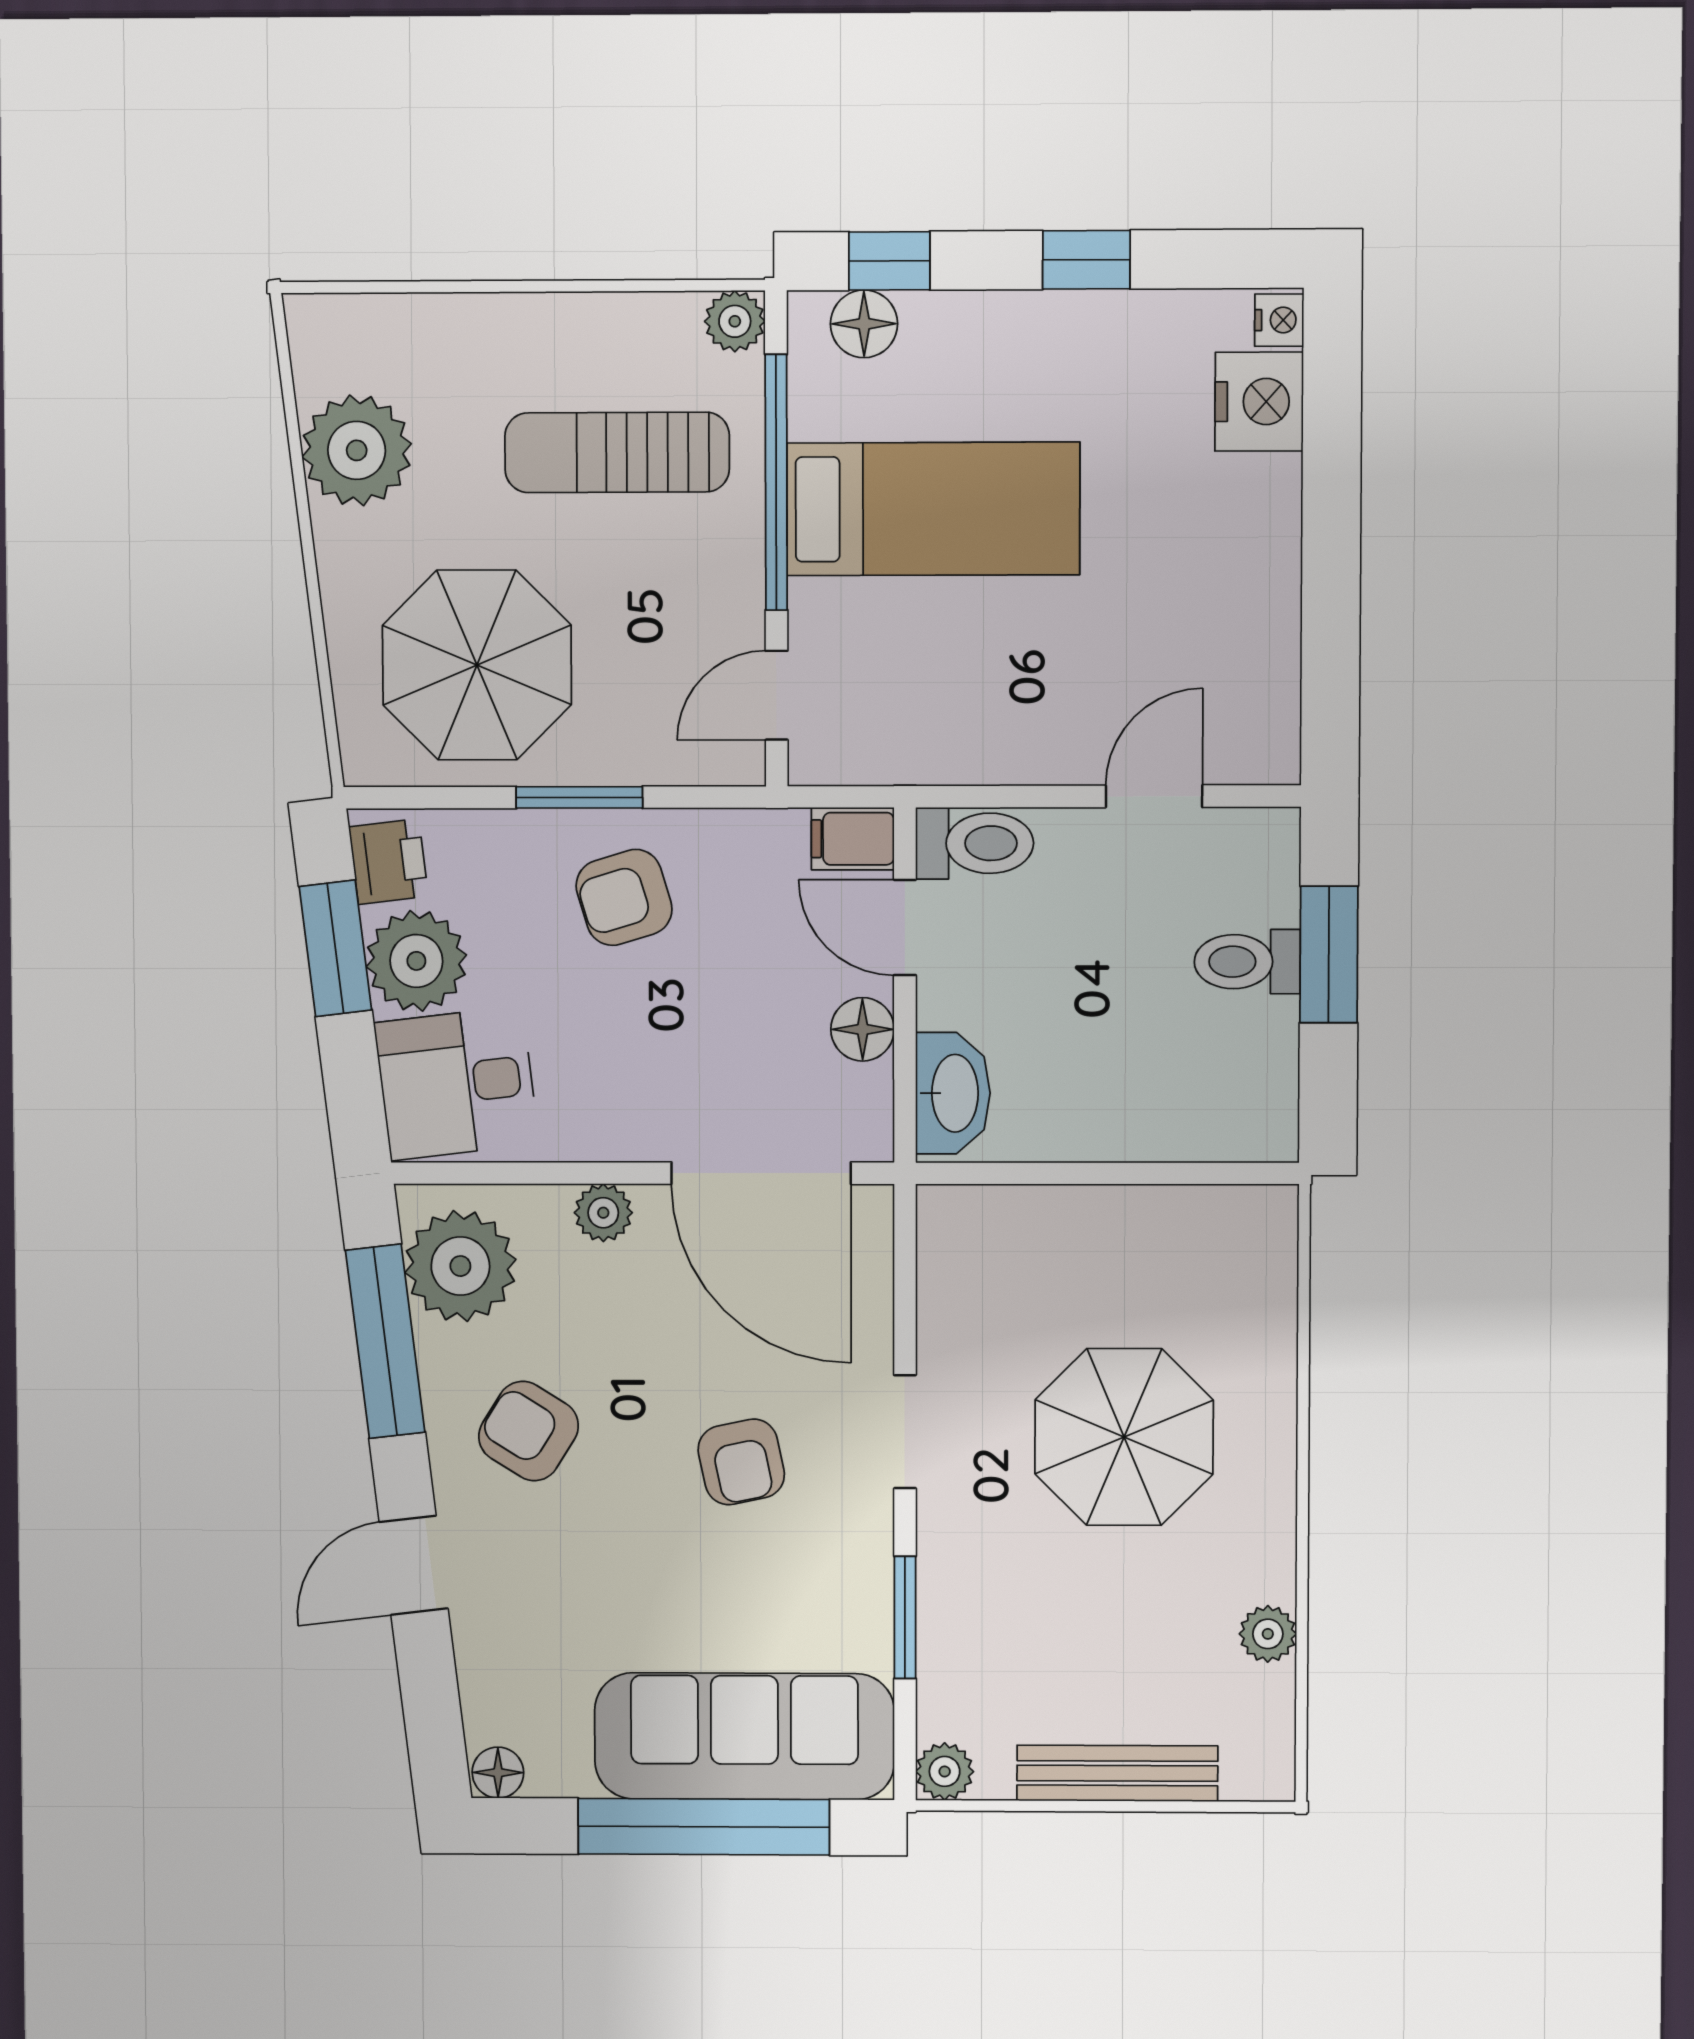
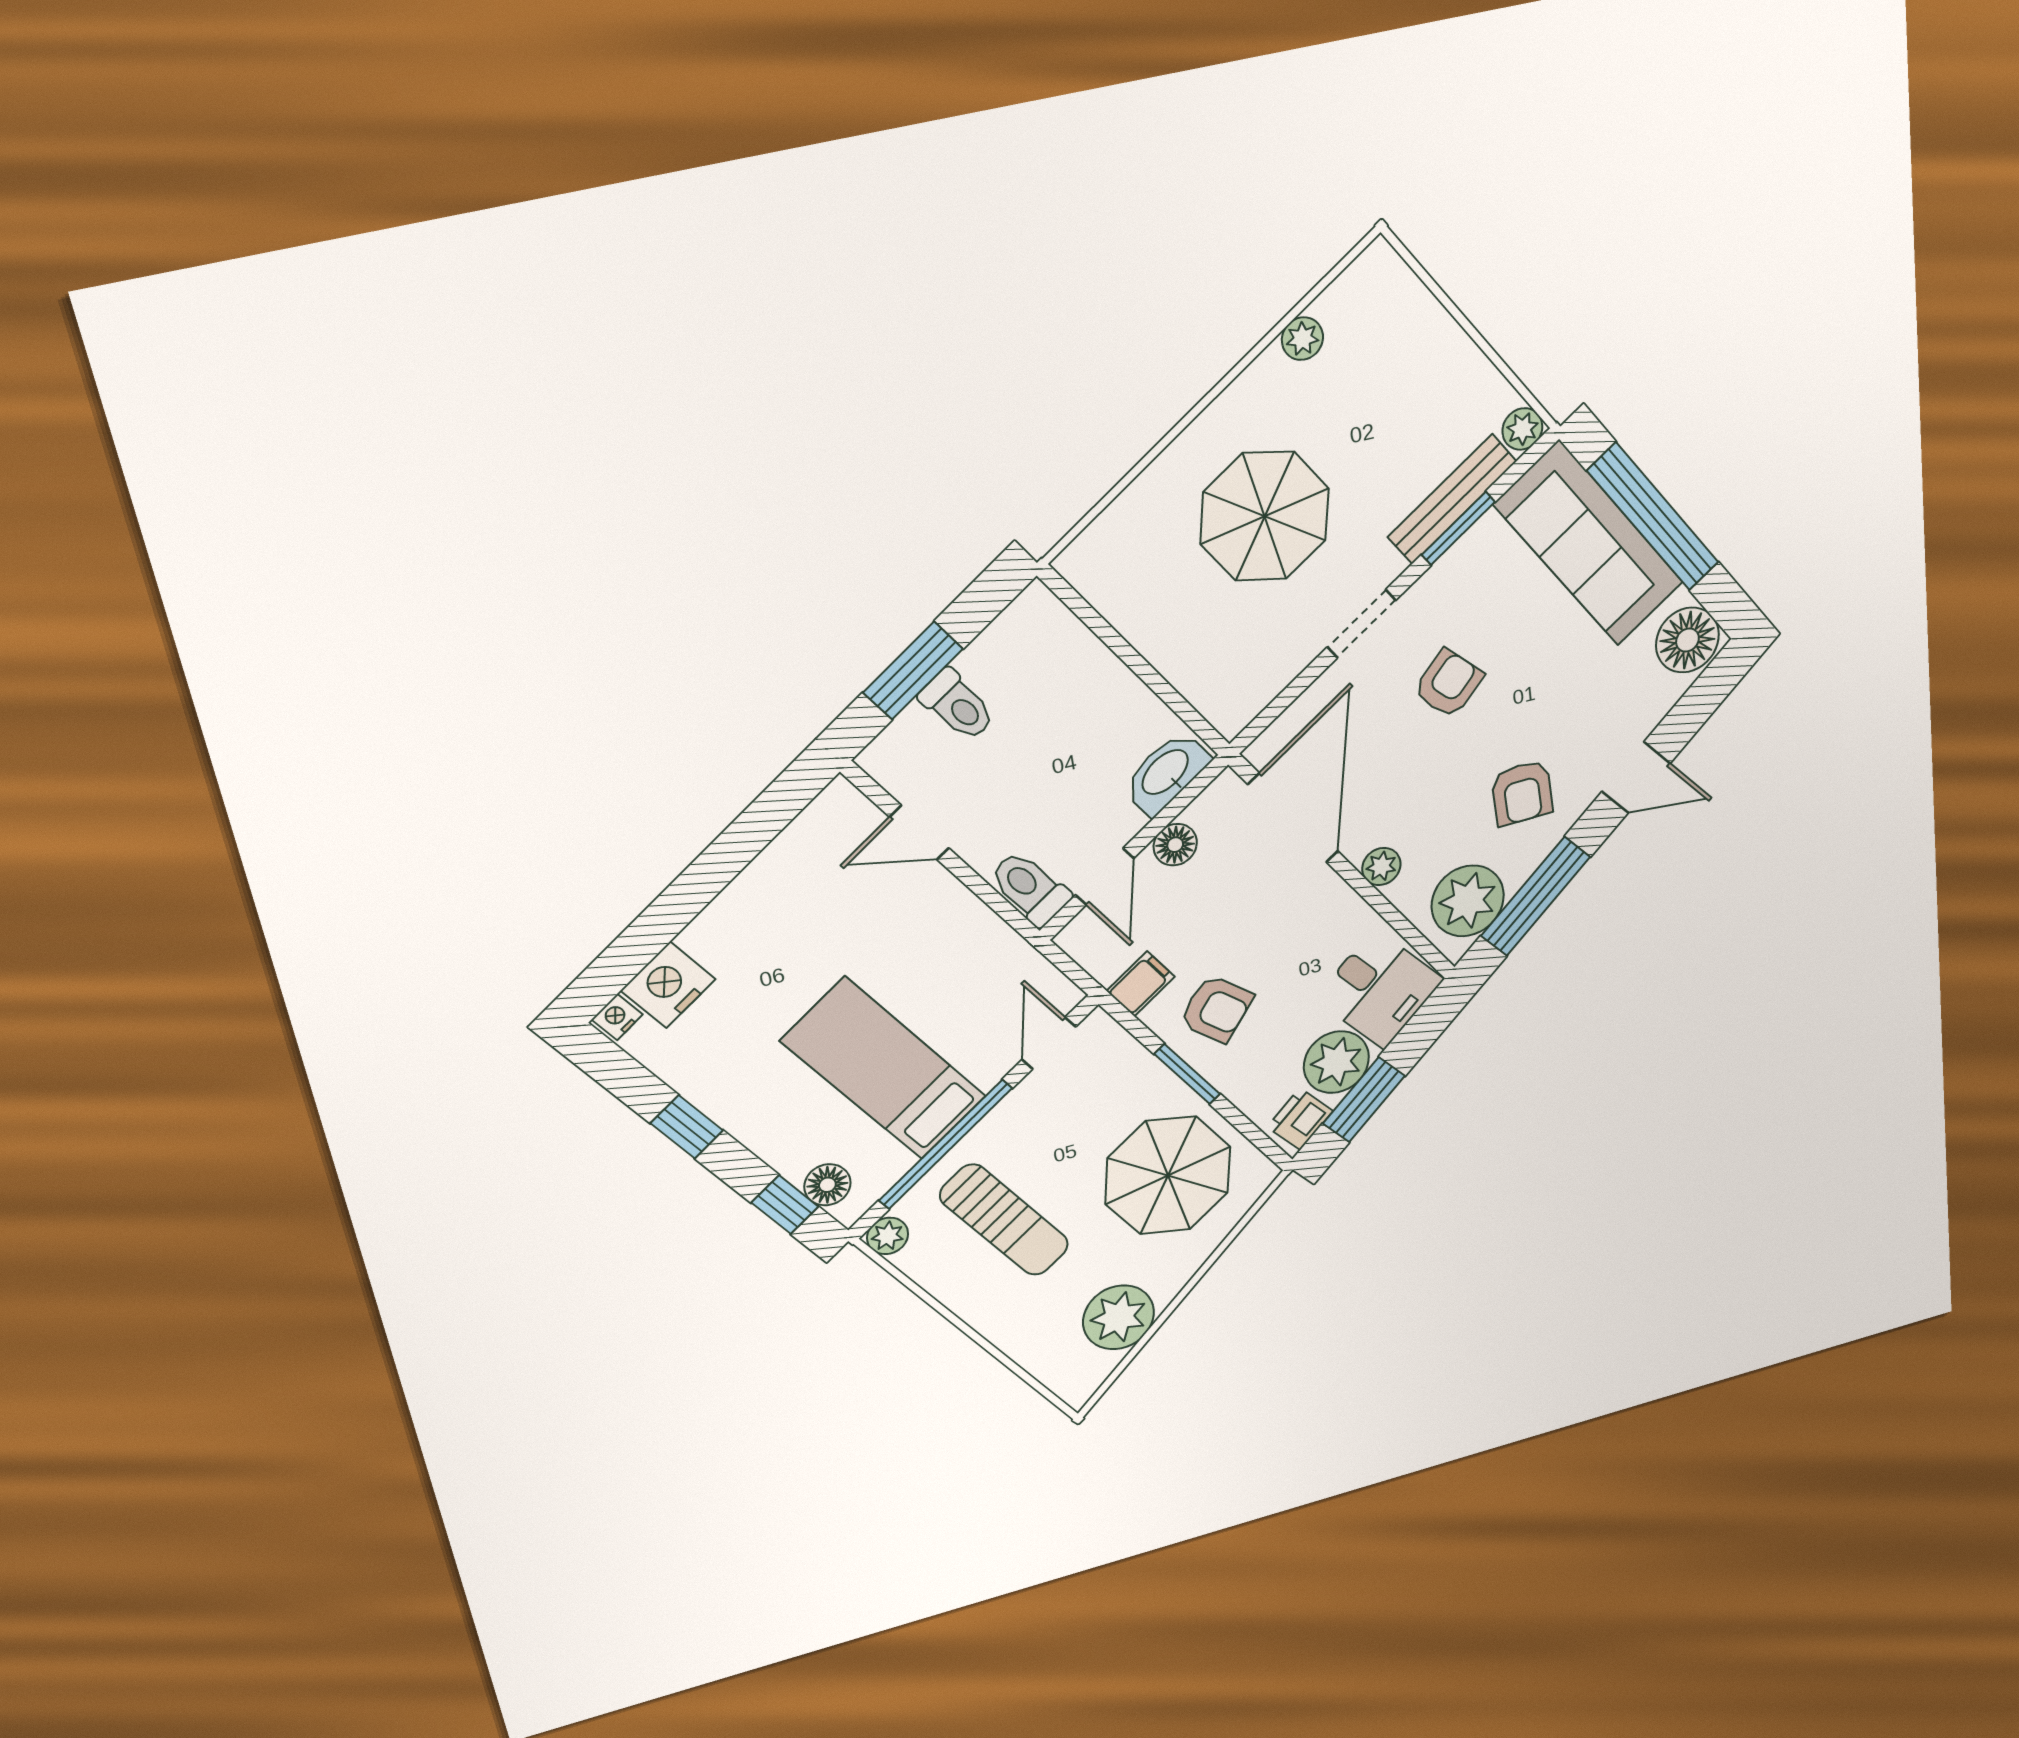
door: (777, 695) -> (1049, 1043), swing flipped
filing cabinet: (853, 839) -> (1141, 984), moved, turned -90
floor lamp: (498, 1773) -> (1687, 640), width x1.89, depth x1.89
bench: (1117, 1773) -> (1452, 499), moved, turned 90

